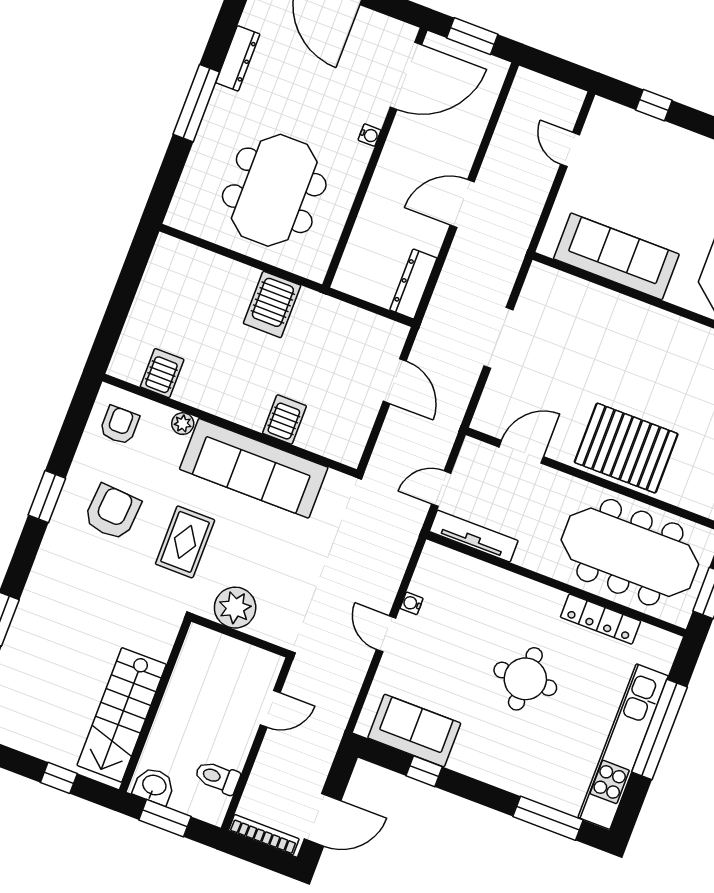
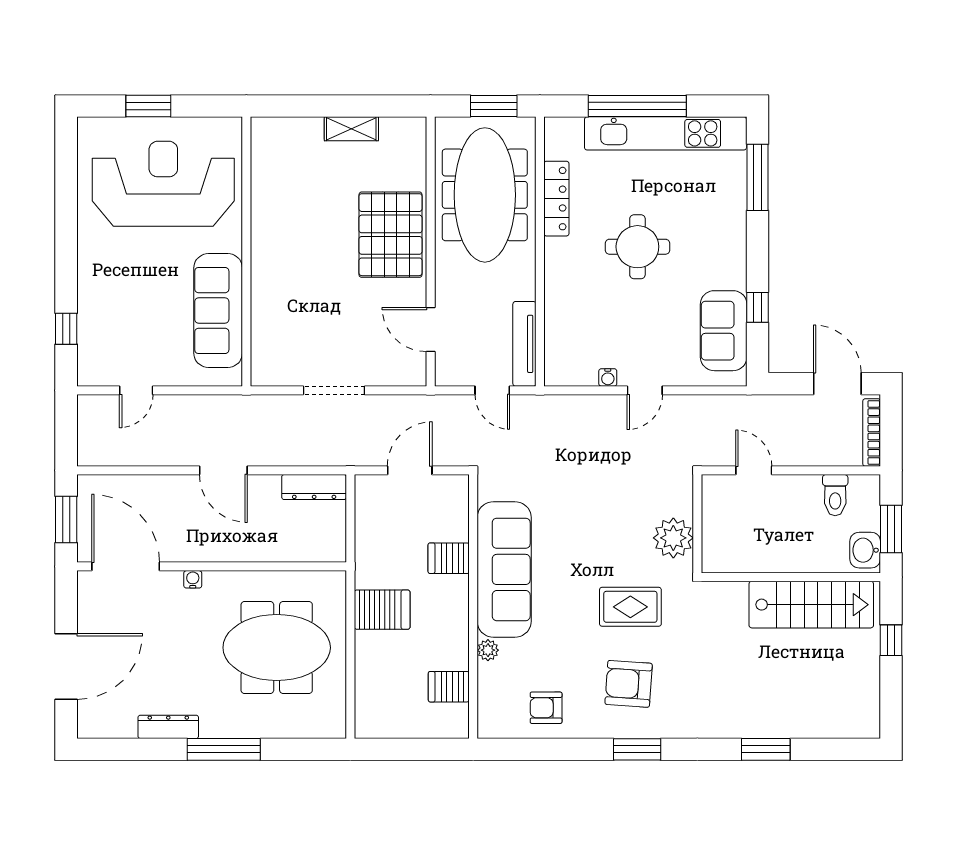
server rack: (162, 373) -> (449, 687), moved
server rack: (284, 419) -> (449, 558), moved
plant: (183, 424) -> (488, 650), moved
wall: (230, 425) -> (473, 607), moved
sofa: (254, 468) -> (504, 569), moved

